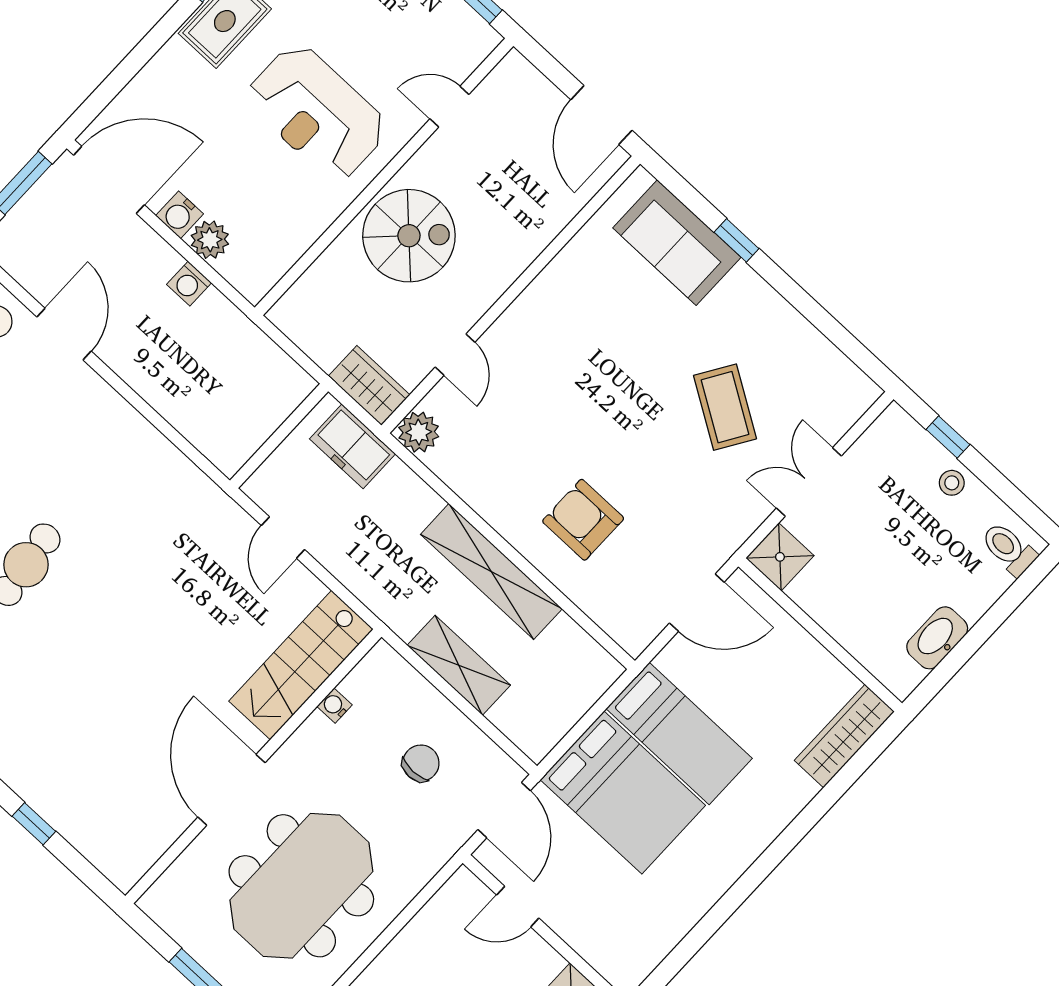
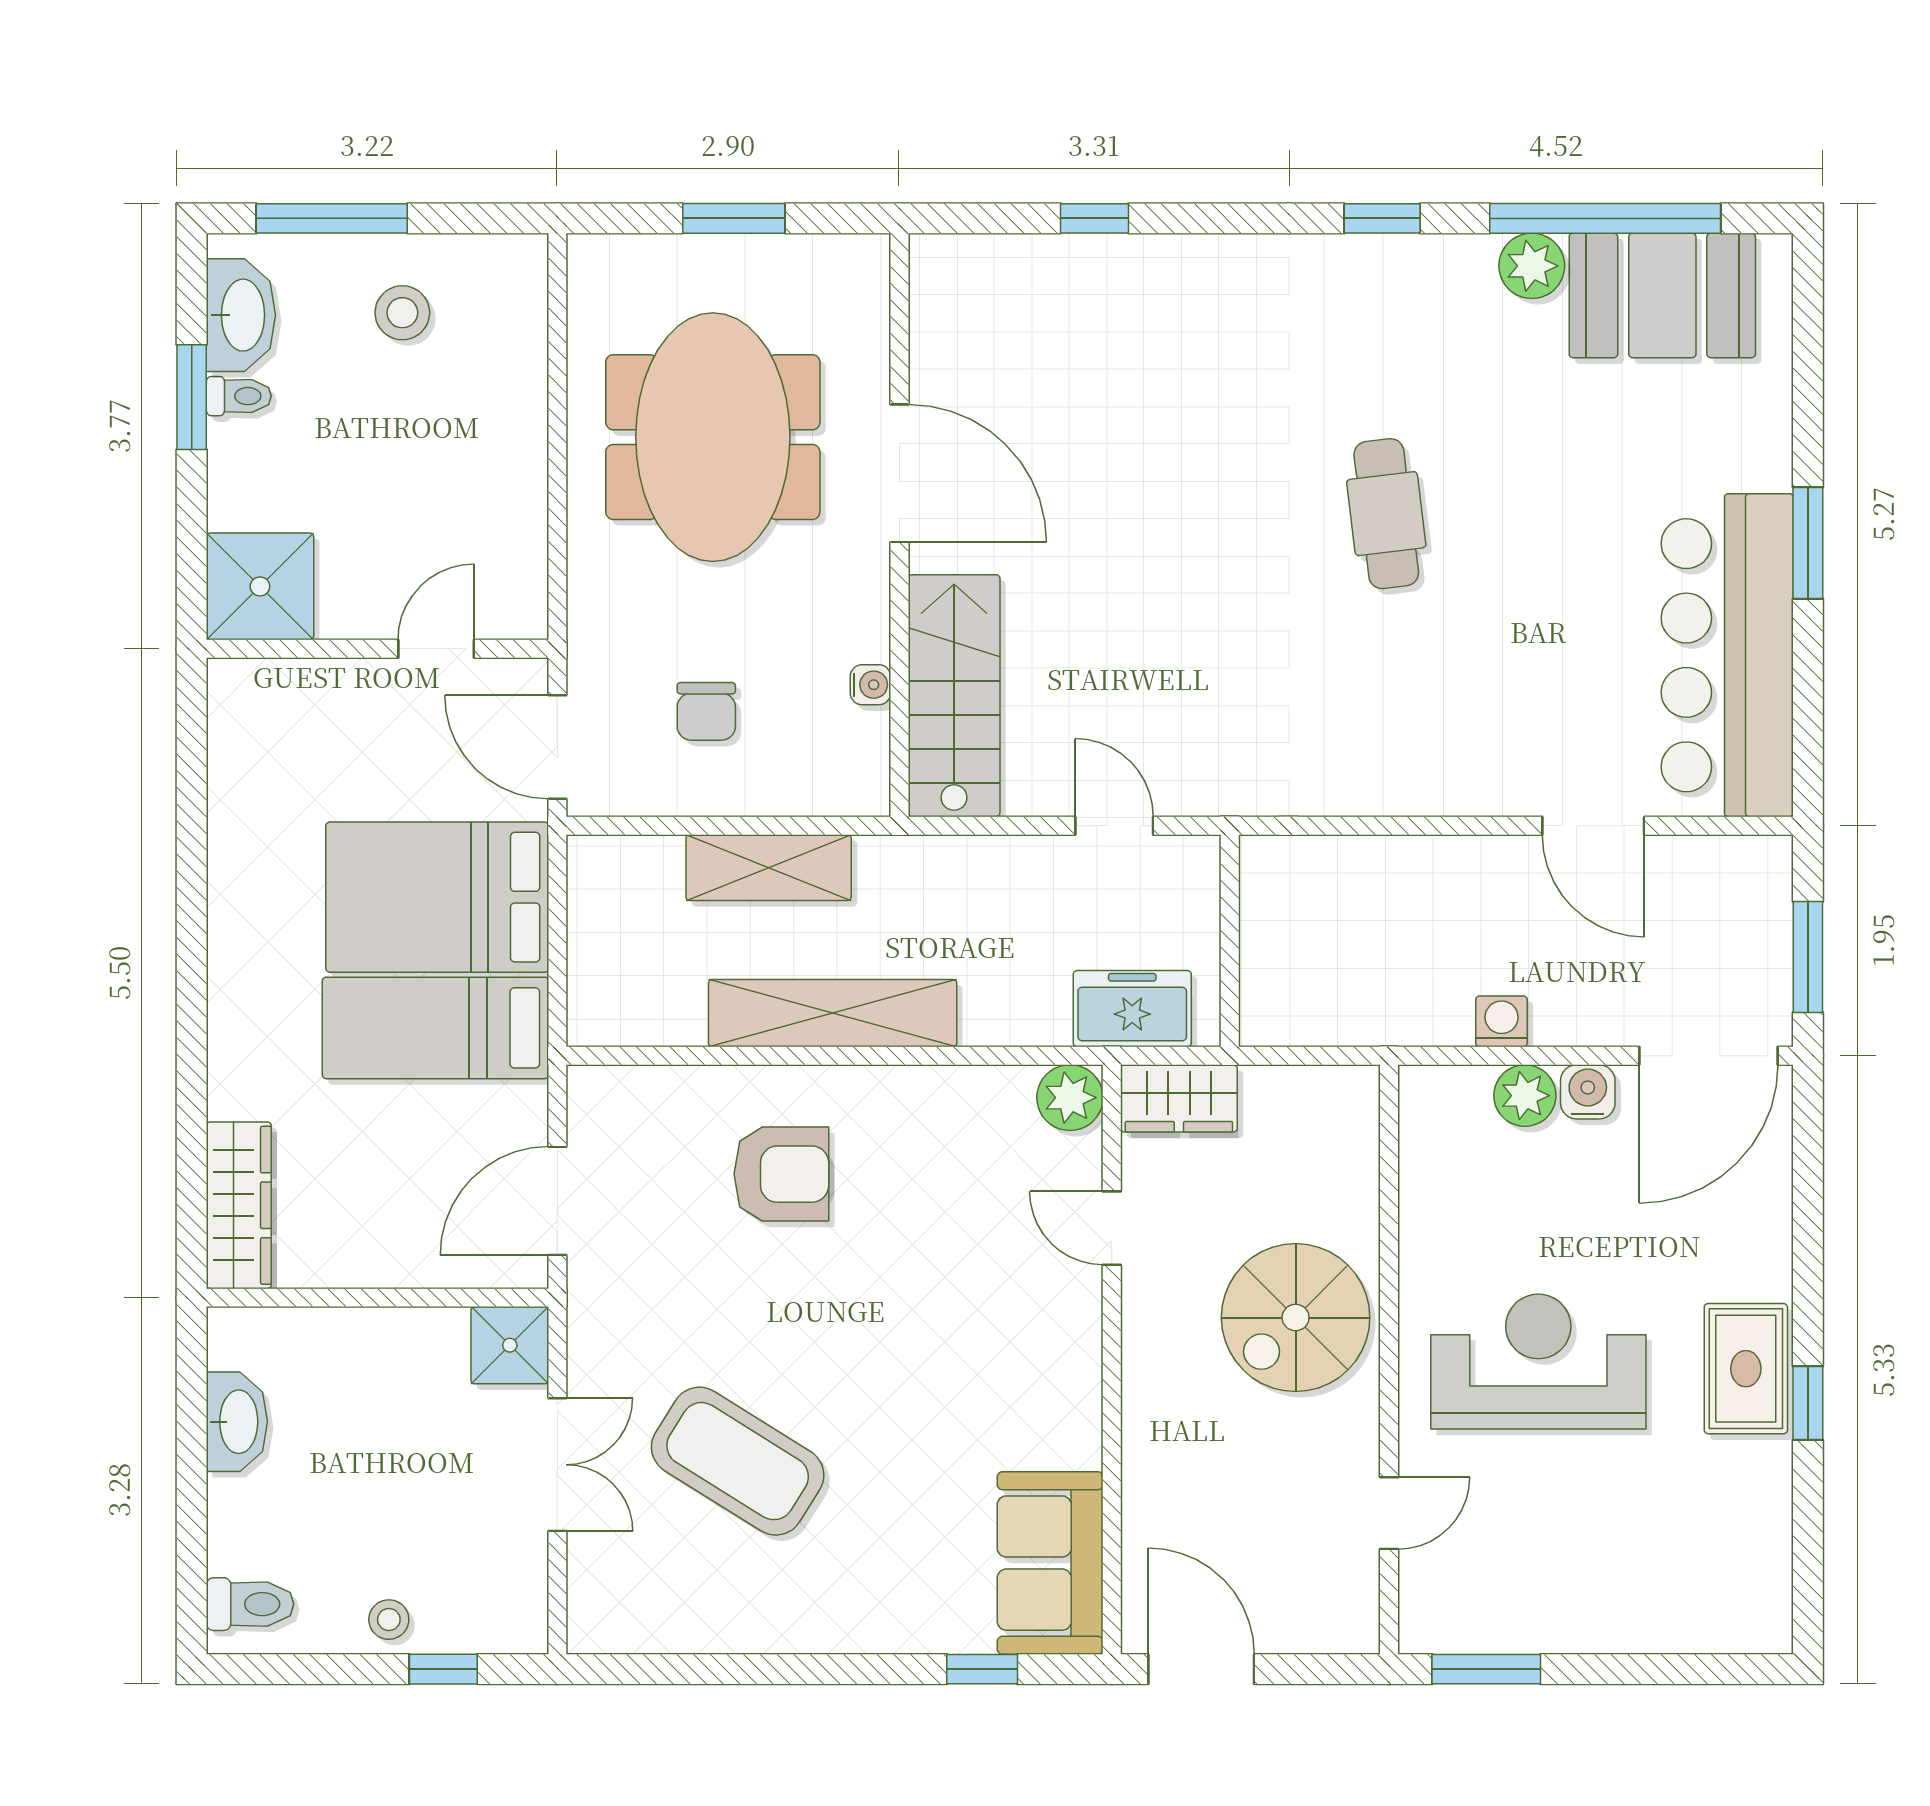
window: (736, 240) -> (982, 1669), moved
sofa: (677, 243) -> (1050, 1563), moved, turned -90
coffee table: (725, 407) -> (738, 1461), width x1.36, depth x1.32

